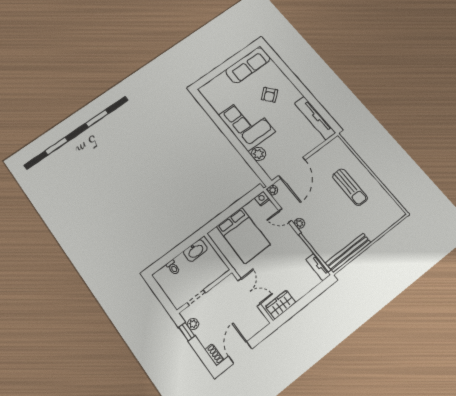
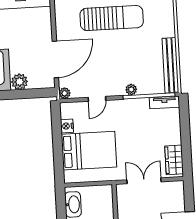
door: (292, 168) -> (55, 59), hinge flipped
sun lounger: (350, 187) -> (112, 18), width x1.36, depth x1.34
nightstand: (262, 199) -> (67, 126), moved
plant: (300, 223) -> (131, 90), moved

